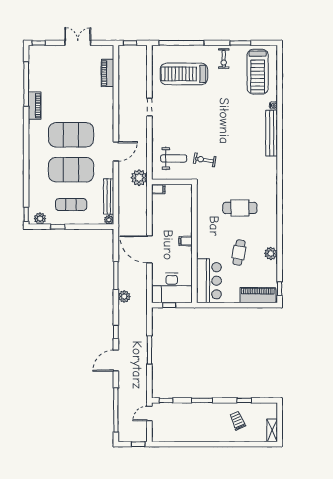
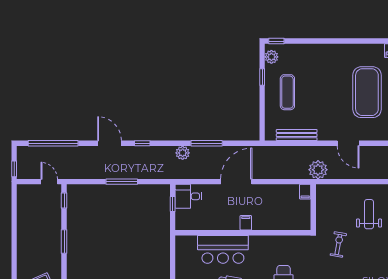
weight bench: (174, 158) -> (369, 214), moved, turned 180
exercise mat: (71, 170) -> (327, 92), removed
plant: (109, 220) -> (270, 135), removed
bar counter: (209, 281) -> (223, 249), moved
desk: (172, 288) -> (188, 196), width x0.53, depth x0.77

